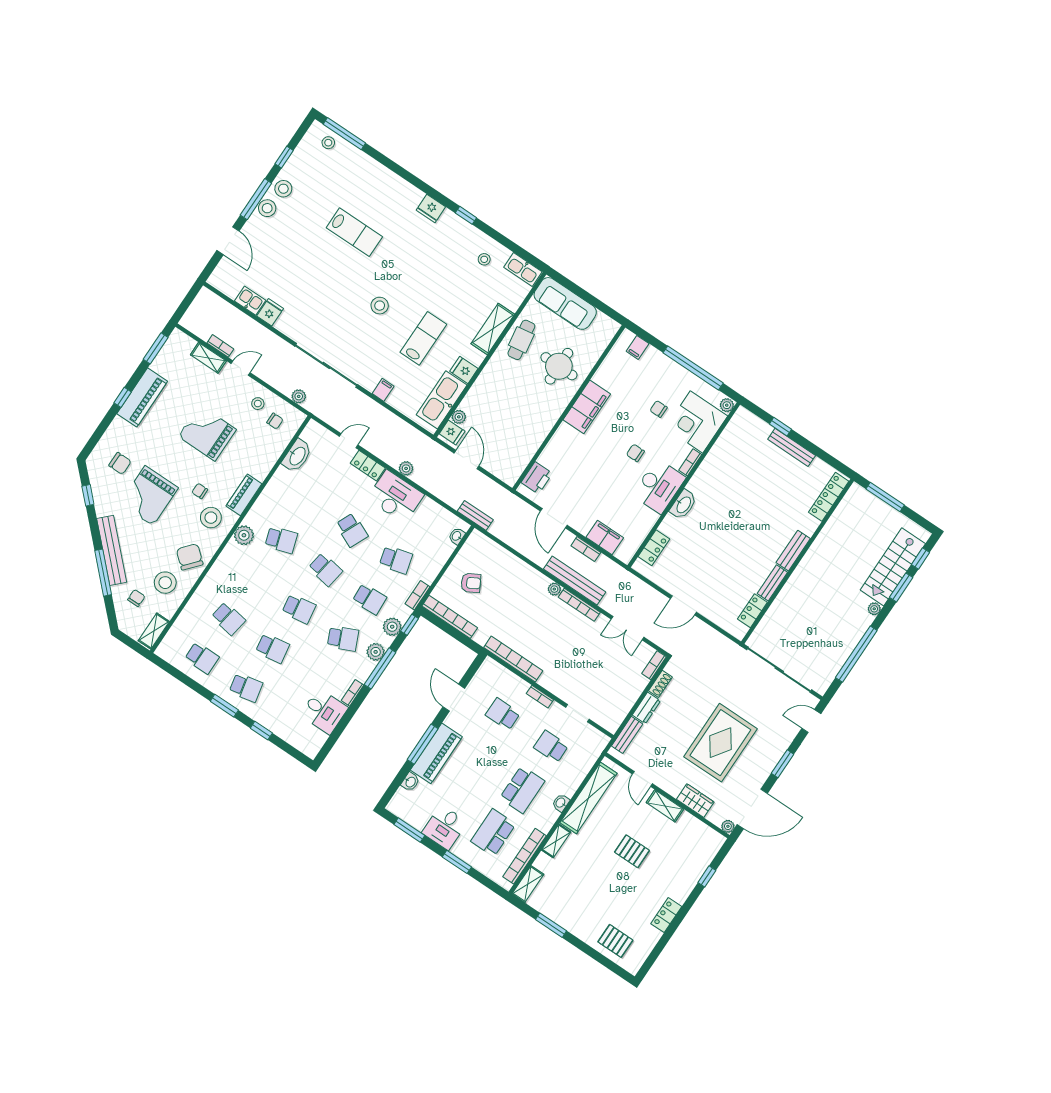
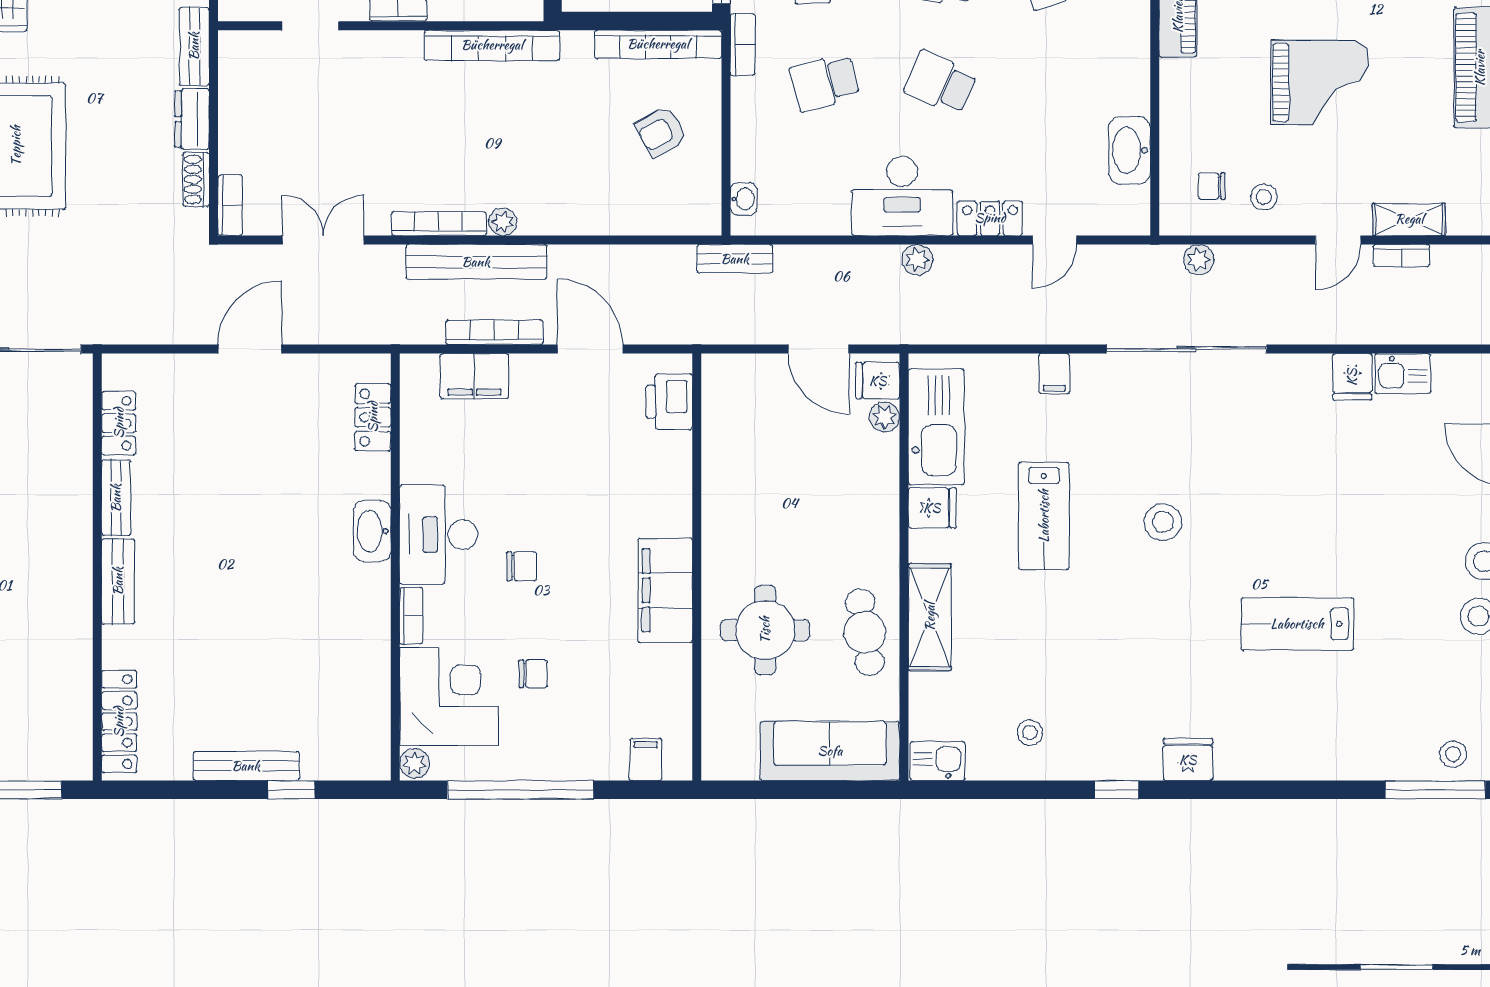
kitchen sink: (523, 270) -> (937, 761), width x0.73
bookcase: (586, 549) -> (494, 332), width x1.56

